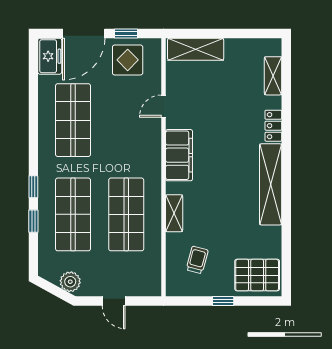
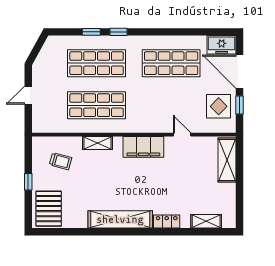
plant: (70, 282) -> (43, 61), removed

